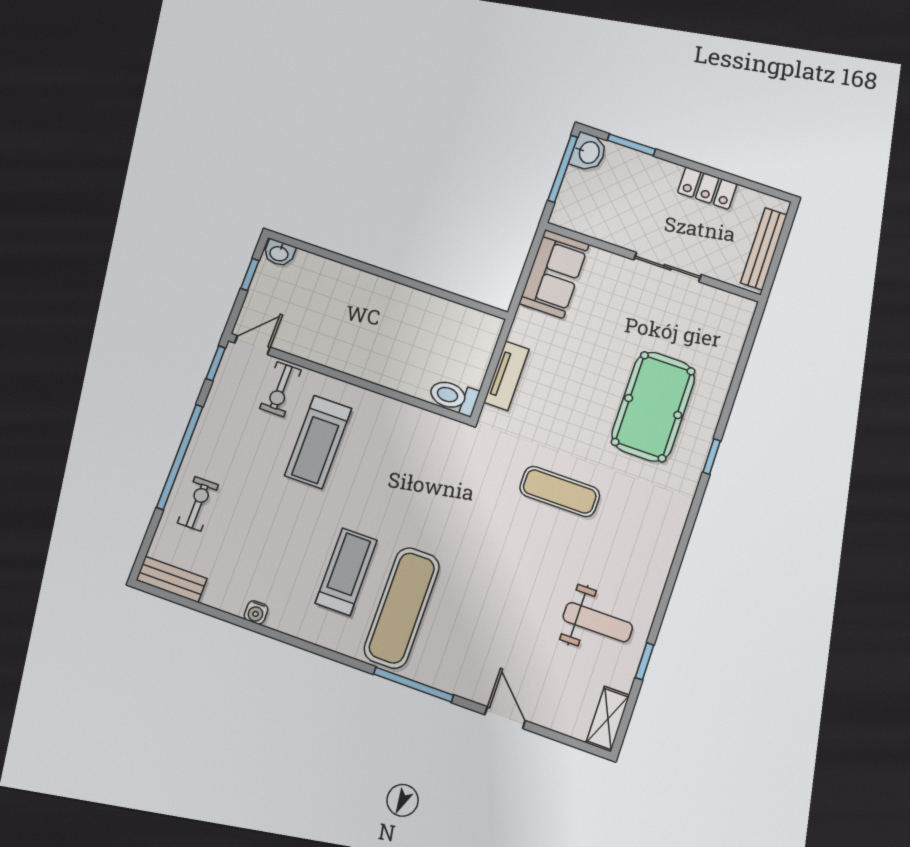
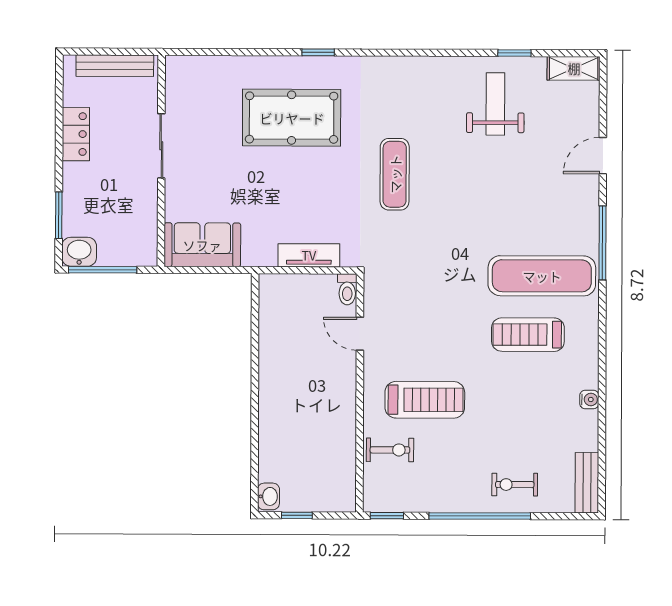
door: (252, 345) -> (360, 334), moved
toilet: (454, 397) -> (347, 289), width x0.73, depth x0.72

